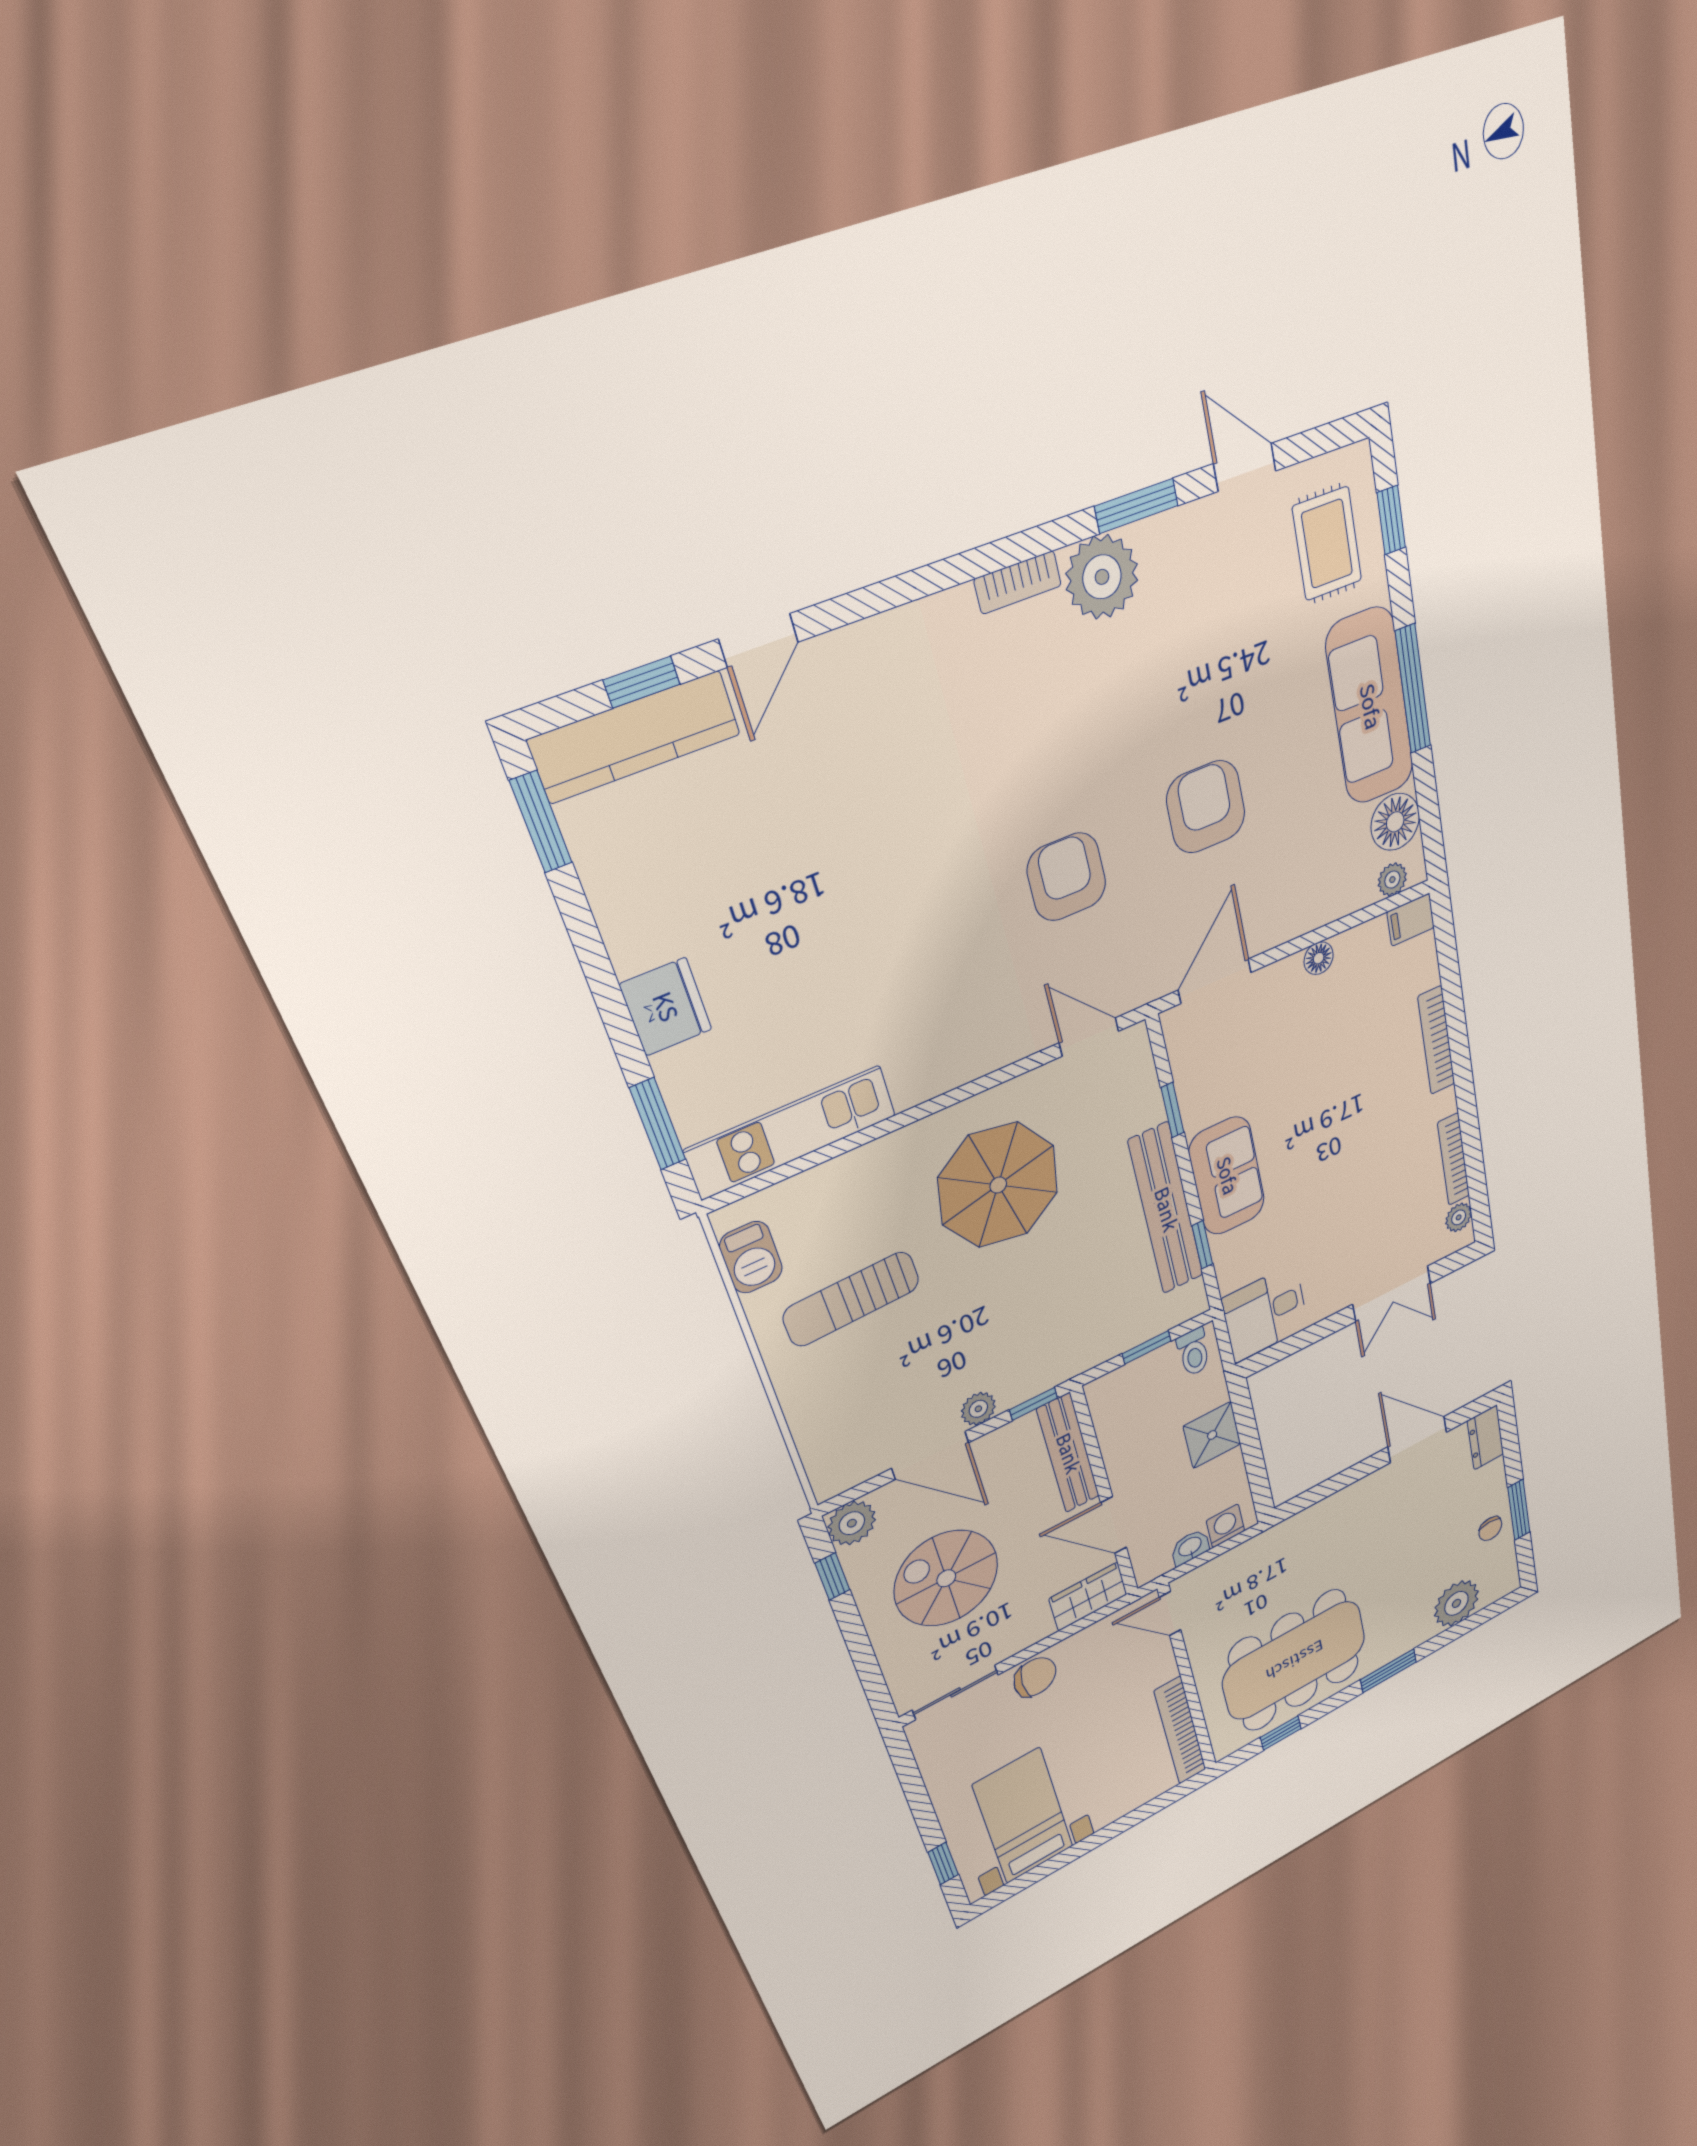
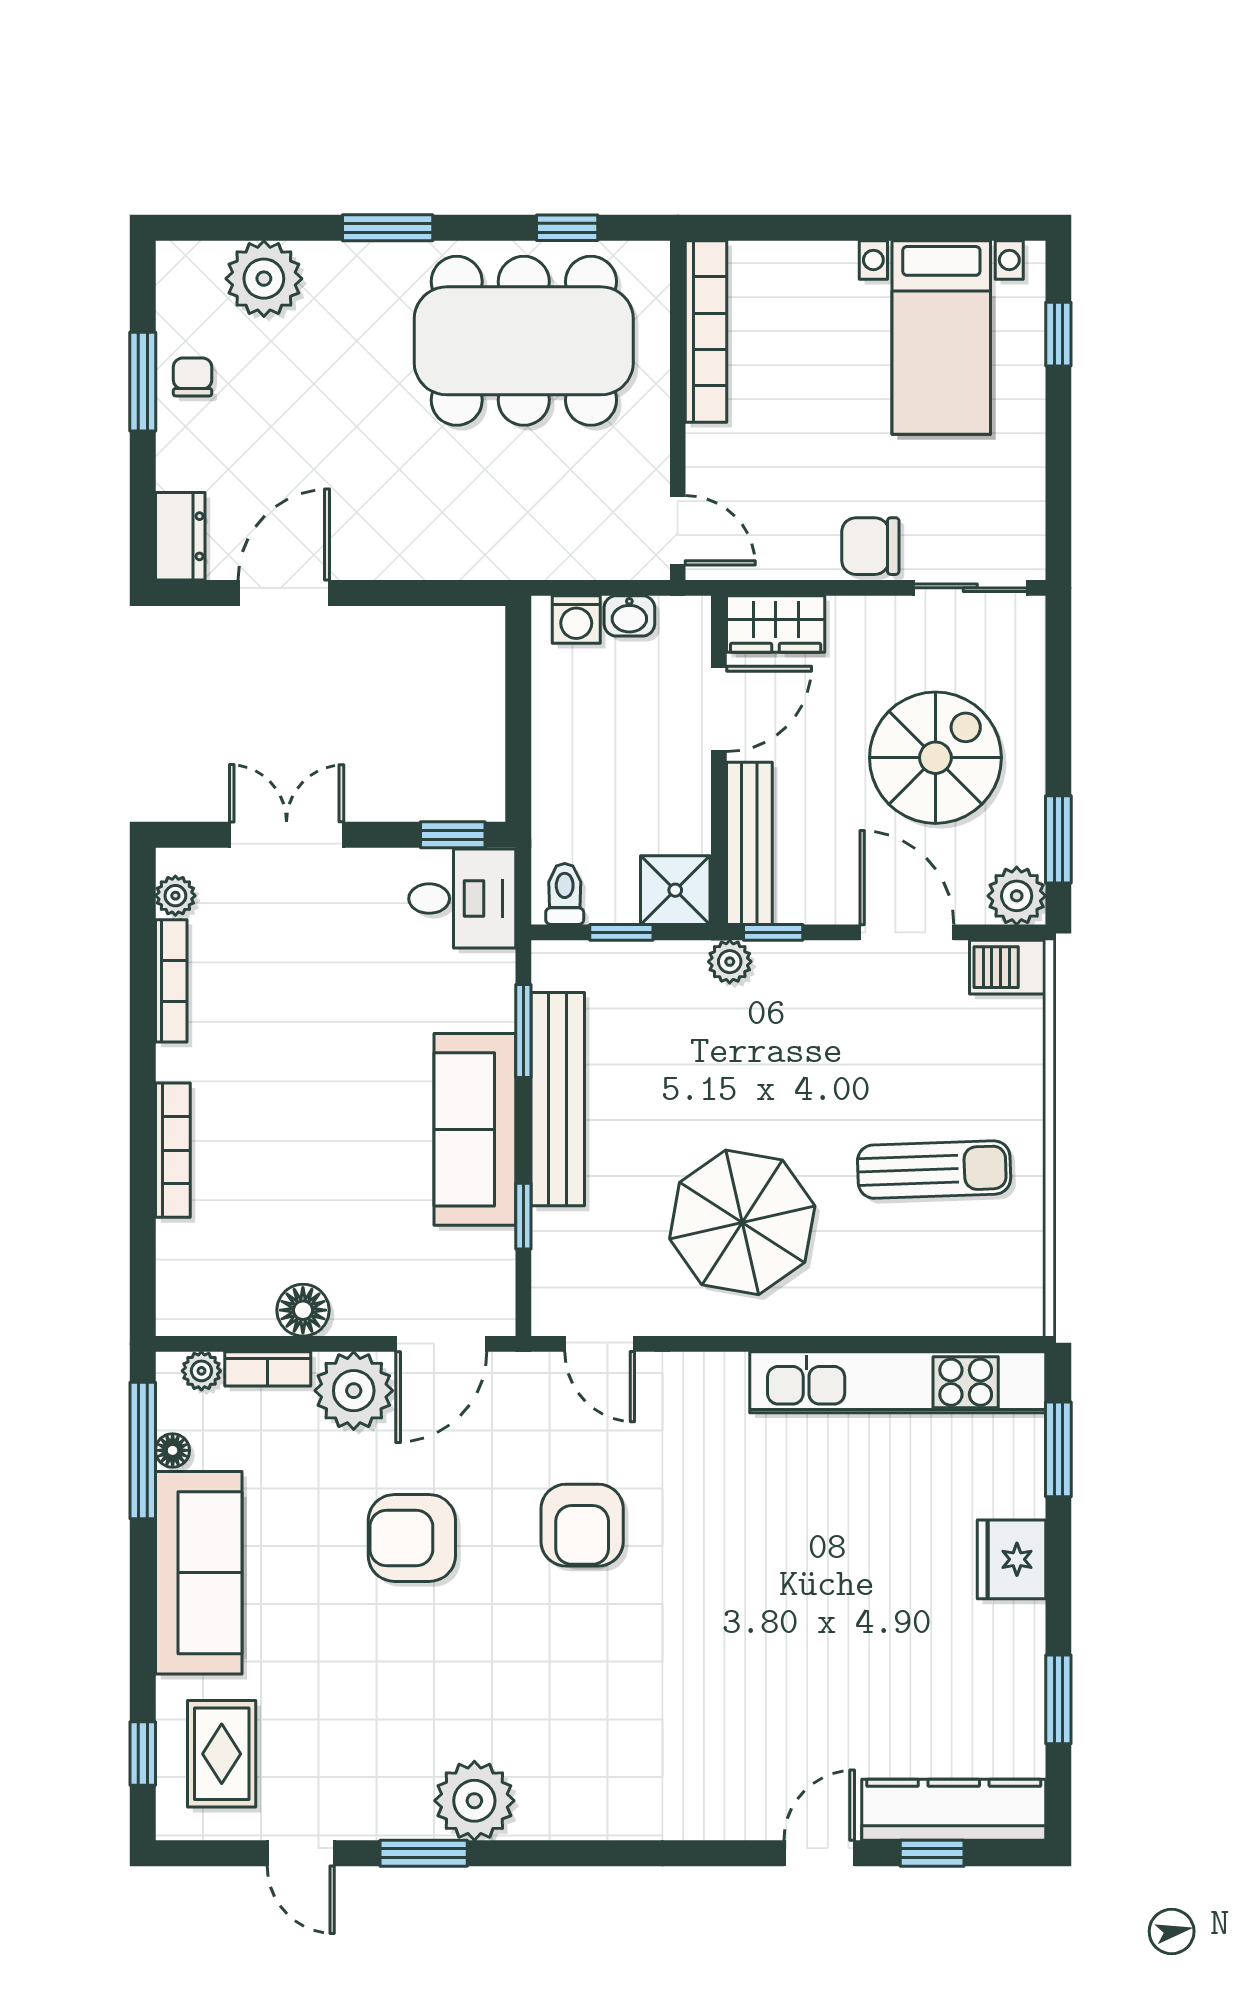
bookcase: (1018, 582) -> (268, 1369), moved, turned 180
window: (1413, 689) -> (143, 1450), moved
armchair: (1206, 807) -> (412, 1538), turned 90
window: (541, 822) -> (1058, 1699), moved
floor lamp: (1395, 822) -> (173, 1450), width x0.53, depth x0.53
plant: (1275, 913) -> (354, 1391), added
filing cabinet: (1411, 920) -> (185, 1314), removed
floor lamp: (1319, 958) -> (303, 1310), width x1.37, depth x1.37
kitchen unit: (791, 1132) -> (898, 1382), width x1.36
sofa: (1227, 1176) -> (475, 1129), width x1.36
window: (1202, 1245) -> (523, 1031), width x1.50
barbecue: (751, 1257) -> (1008, 967), moved, turned -90
window: (1280, 1351) -> (453, 835), added
plant: (978, 1409) -> (730, 962), moved
shower: (1212, 1435) -> (675, 890), moved
door: (1417, 1439) -> (284, 593), swing flipped
door: (1114, 1525) -> (719, 709), hinge flipped
window: (832, 1576) -> (1058, 839), width x1.50
spiral stairs: (946, 1578) -> (935, 758), turned -90

